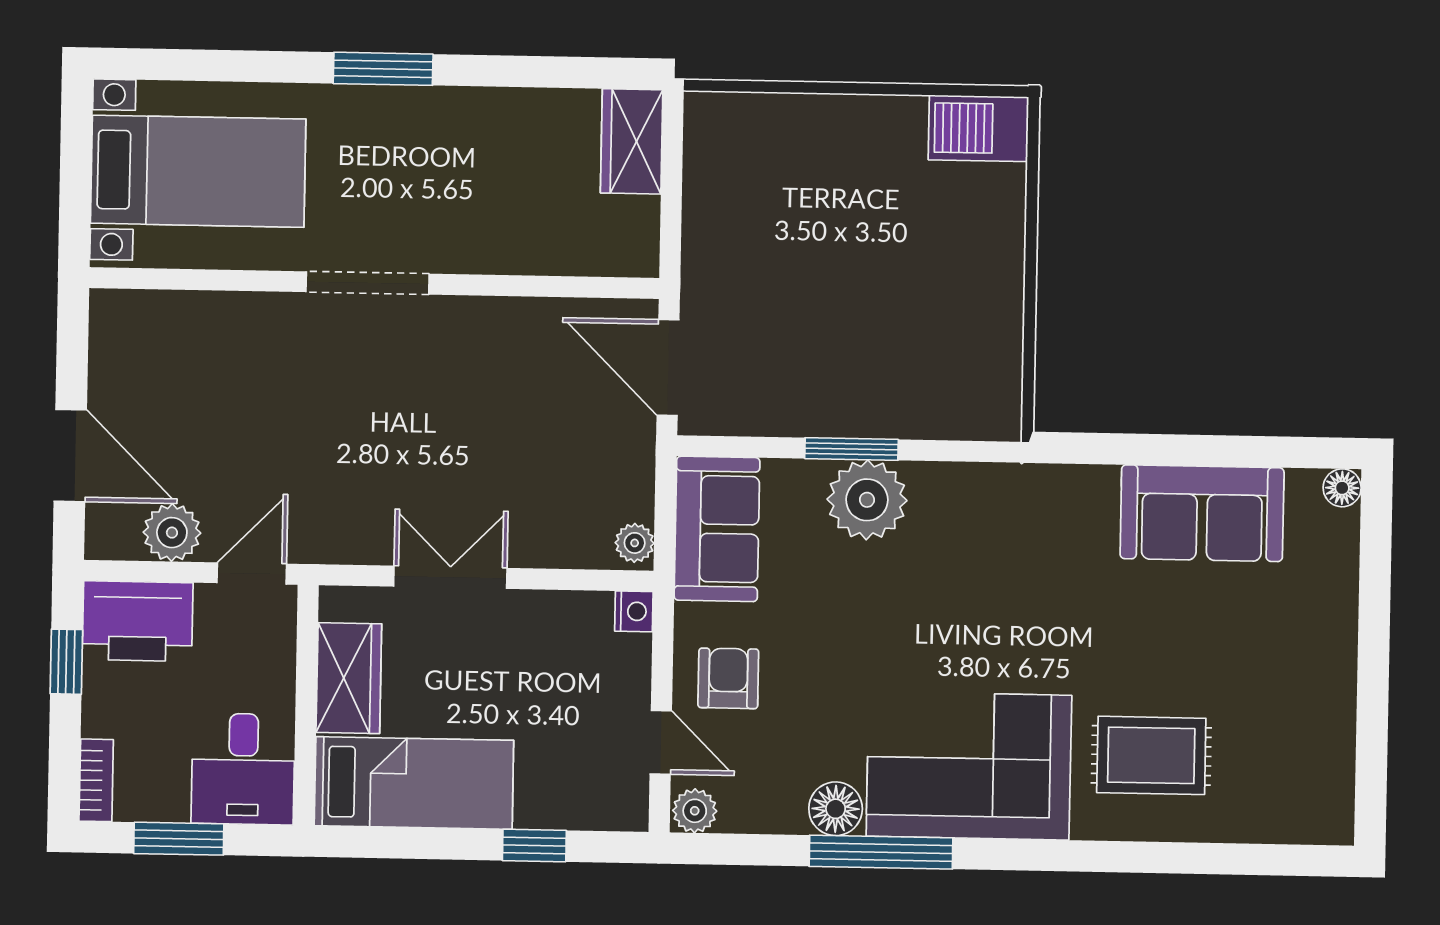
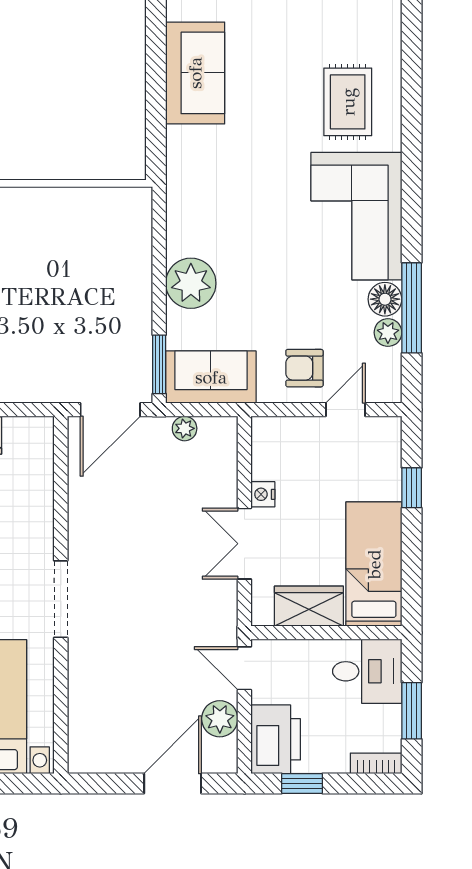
window: (851, 449) -> (159, 364), moved
plant: (635, 543) -> (185, 428), moved
nightstand: (634, 611) -> (263, 494), moved, turned -90
plant: (695, 811) -> (388, 333), moved
window: (881, 852) -> (412, 308), moved

